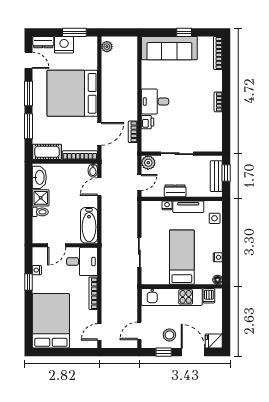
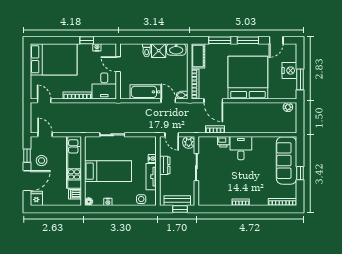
dresser: (43, 42) -> (292, 53), removed
bathtub: (89, 225) -> (145, 92), moved

